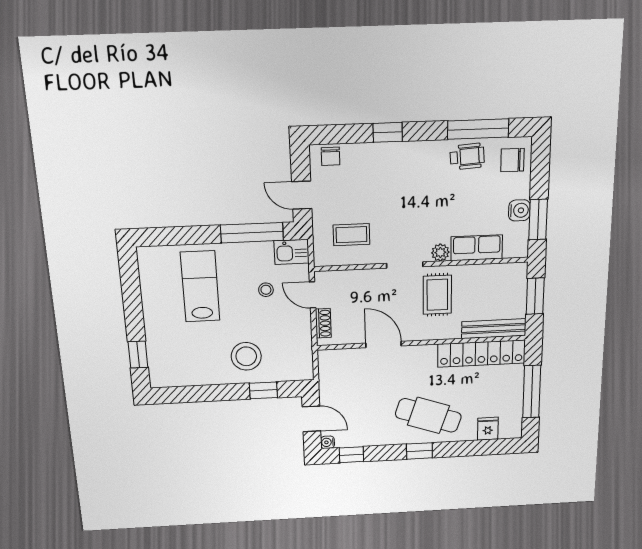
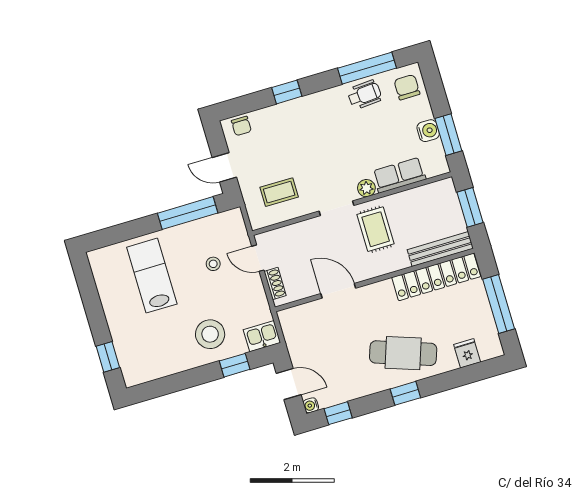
chair: (512, 160) -> (407, 87), turned 90
kitchen sink: (292, 252) -> (262, 336), moved, turned 180

